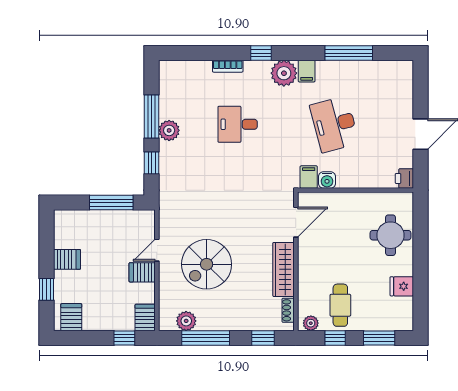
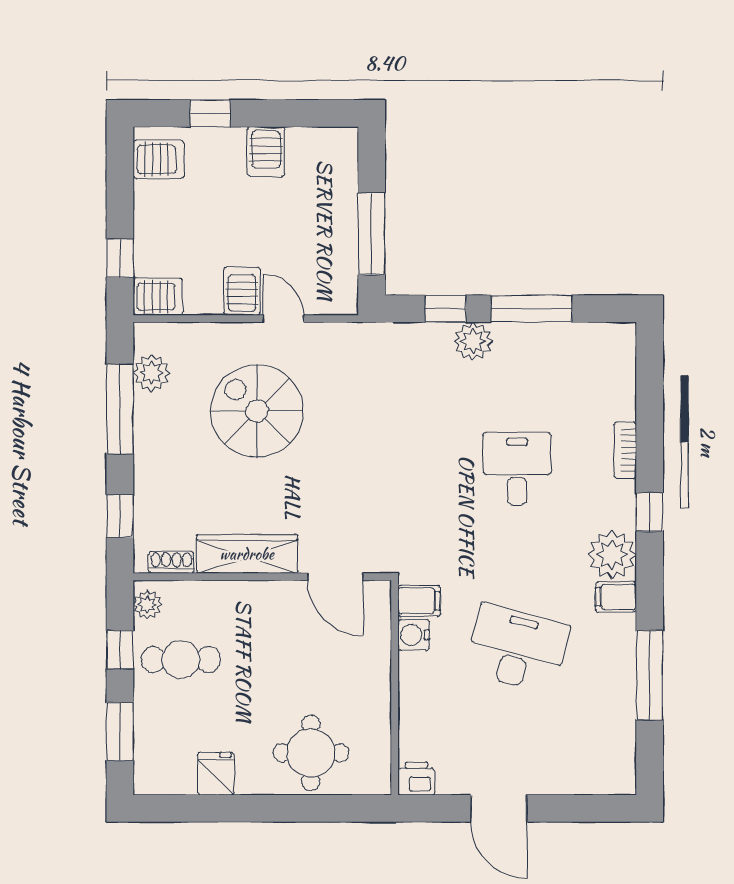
desk: (334, 124) -> (517, 648), turned 30
plant: (169, 130) -> (473, 341), moved

